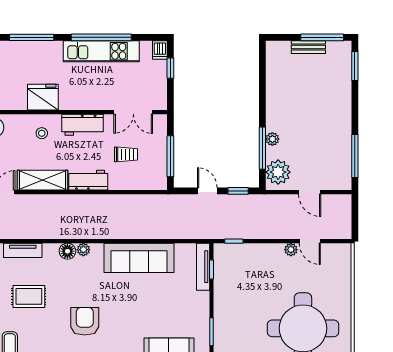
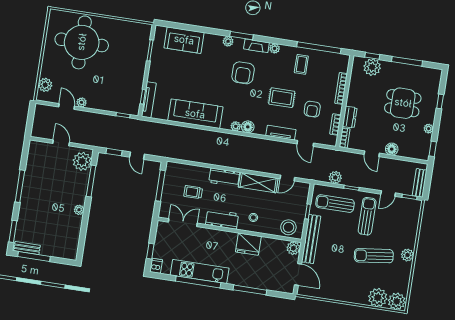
bench: (308, 47) -> (27, 248), moved
plant: (272, 139) -> (79, 210), moved
window: (355, 156) -> (20, 186), moved
plant: (342, 265) -> (45, 85), added

